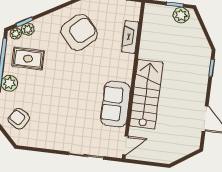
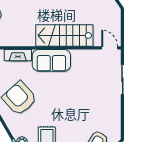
sofa: (115, 104) -> (51, 60), moved

